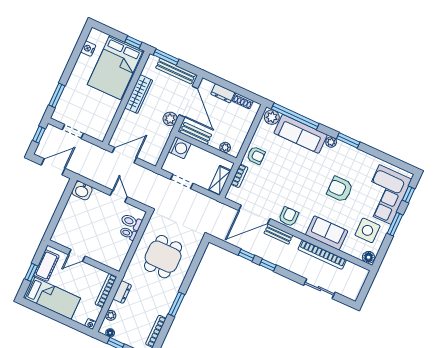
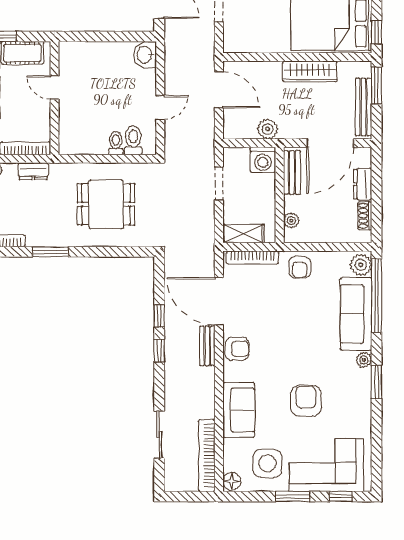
plant: (170, 119) -> (268, 129), moved
bookcase: (239, 176) -> (252, 257), width x1.56
bookcase: (322, 255) -> (207, 456), moved

